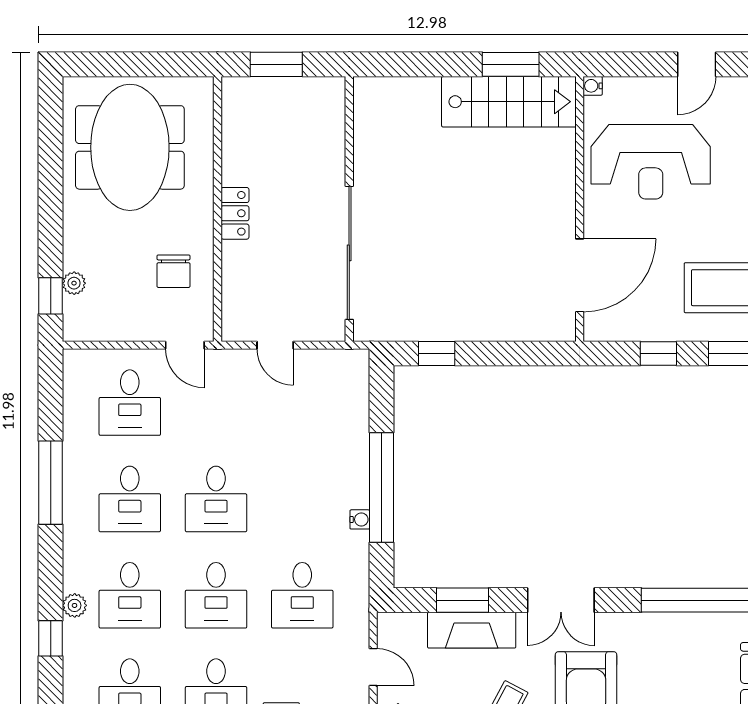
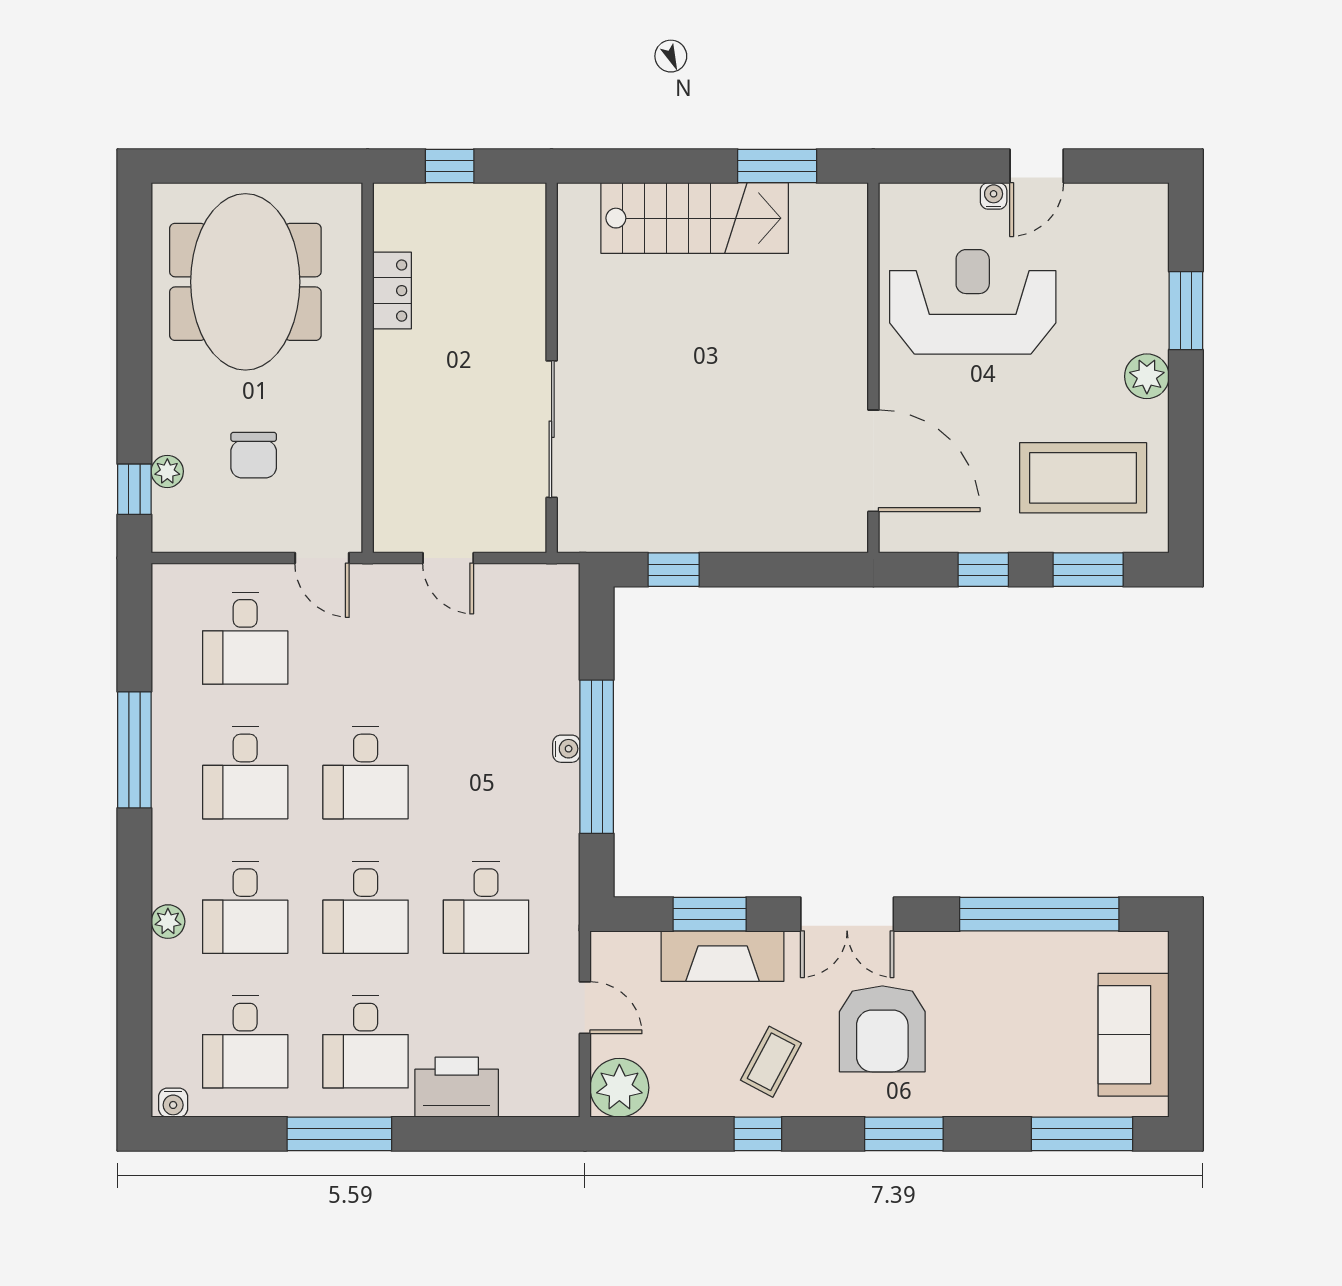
window: (276, 64) -> (450, 166), width x0.67
water cooler: (593, 86) -> (994, 196), moved, turned 90
stairs: (509, 102) -> (695, 218), moved
reception desk: (651, 162) -> (973, 302), turned 180
locker: (235, 213) -> (392, 291), moved
sliding door: (349, 253) -> (552, 429), width x0.73
chair: (173, 271) -> (254, 455), moved
door: (580, 275) -> (873, 461), hinge flipped
water cooler: (360, 519) -> (566, 749), moved
window: (51, 638) -> (134, 968), removed

